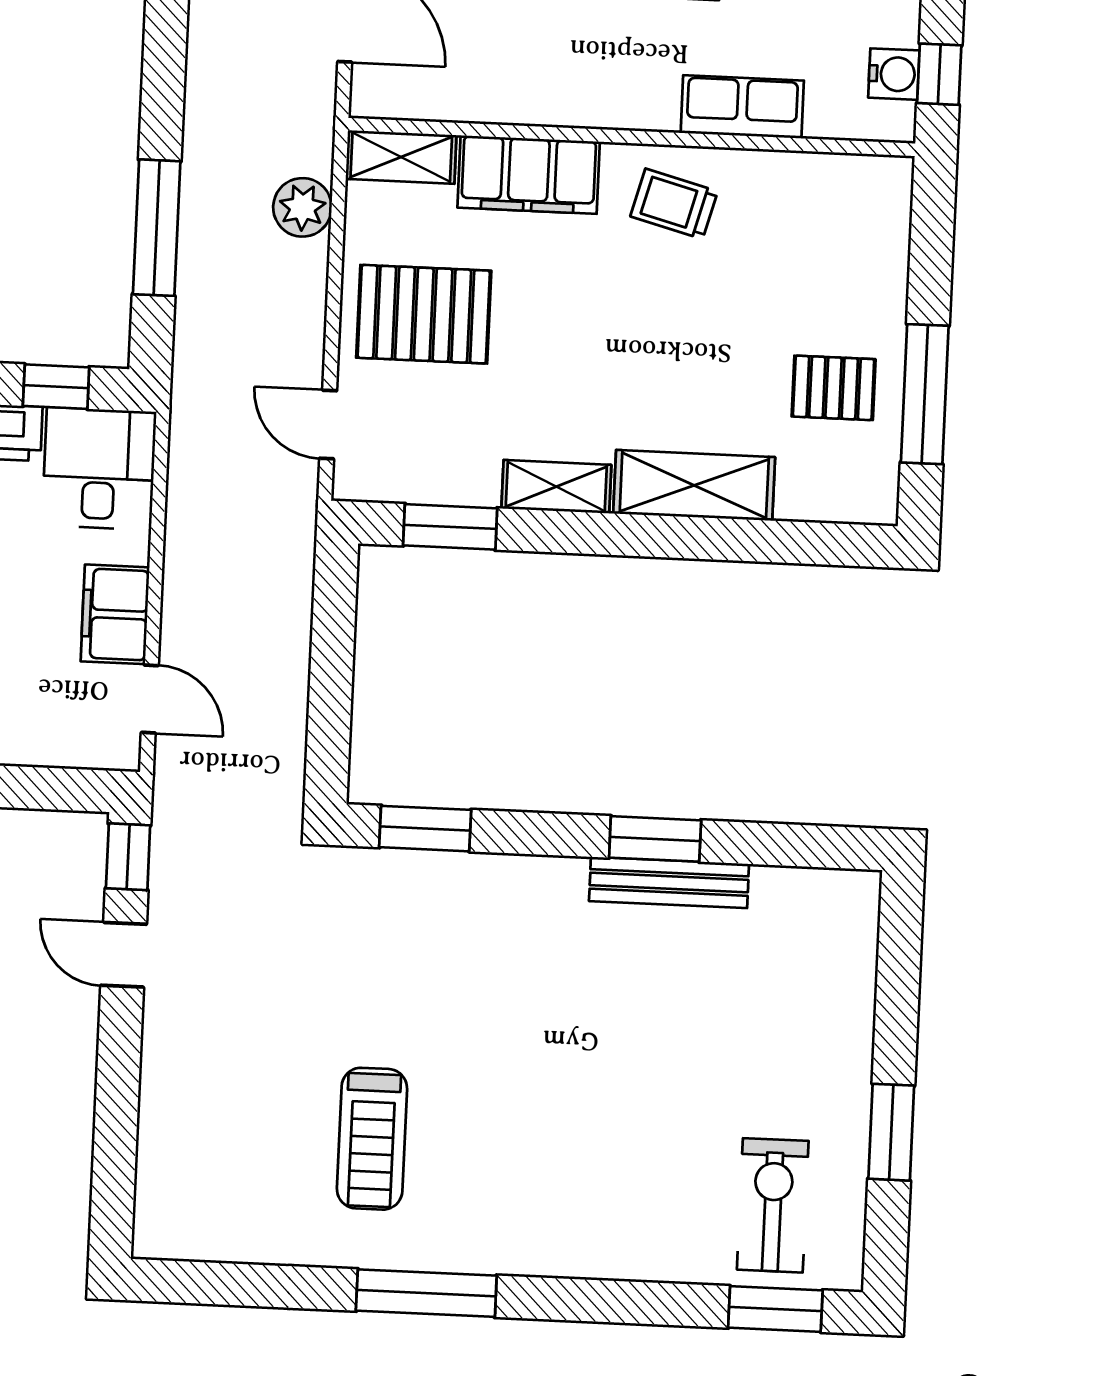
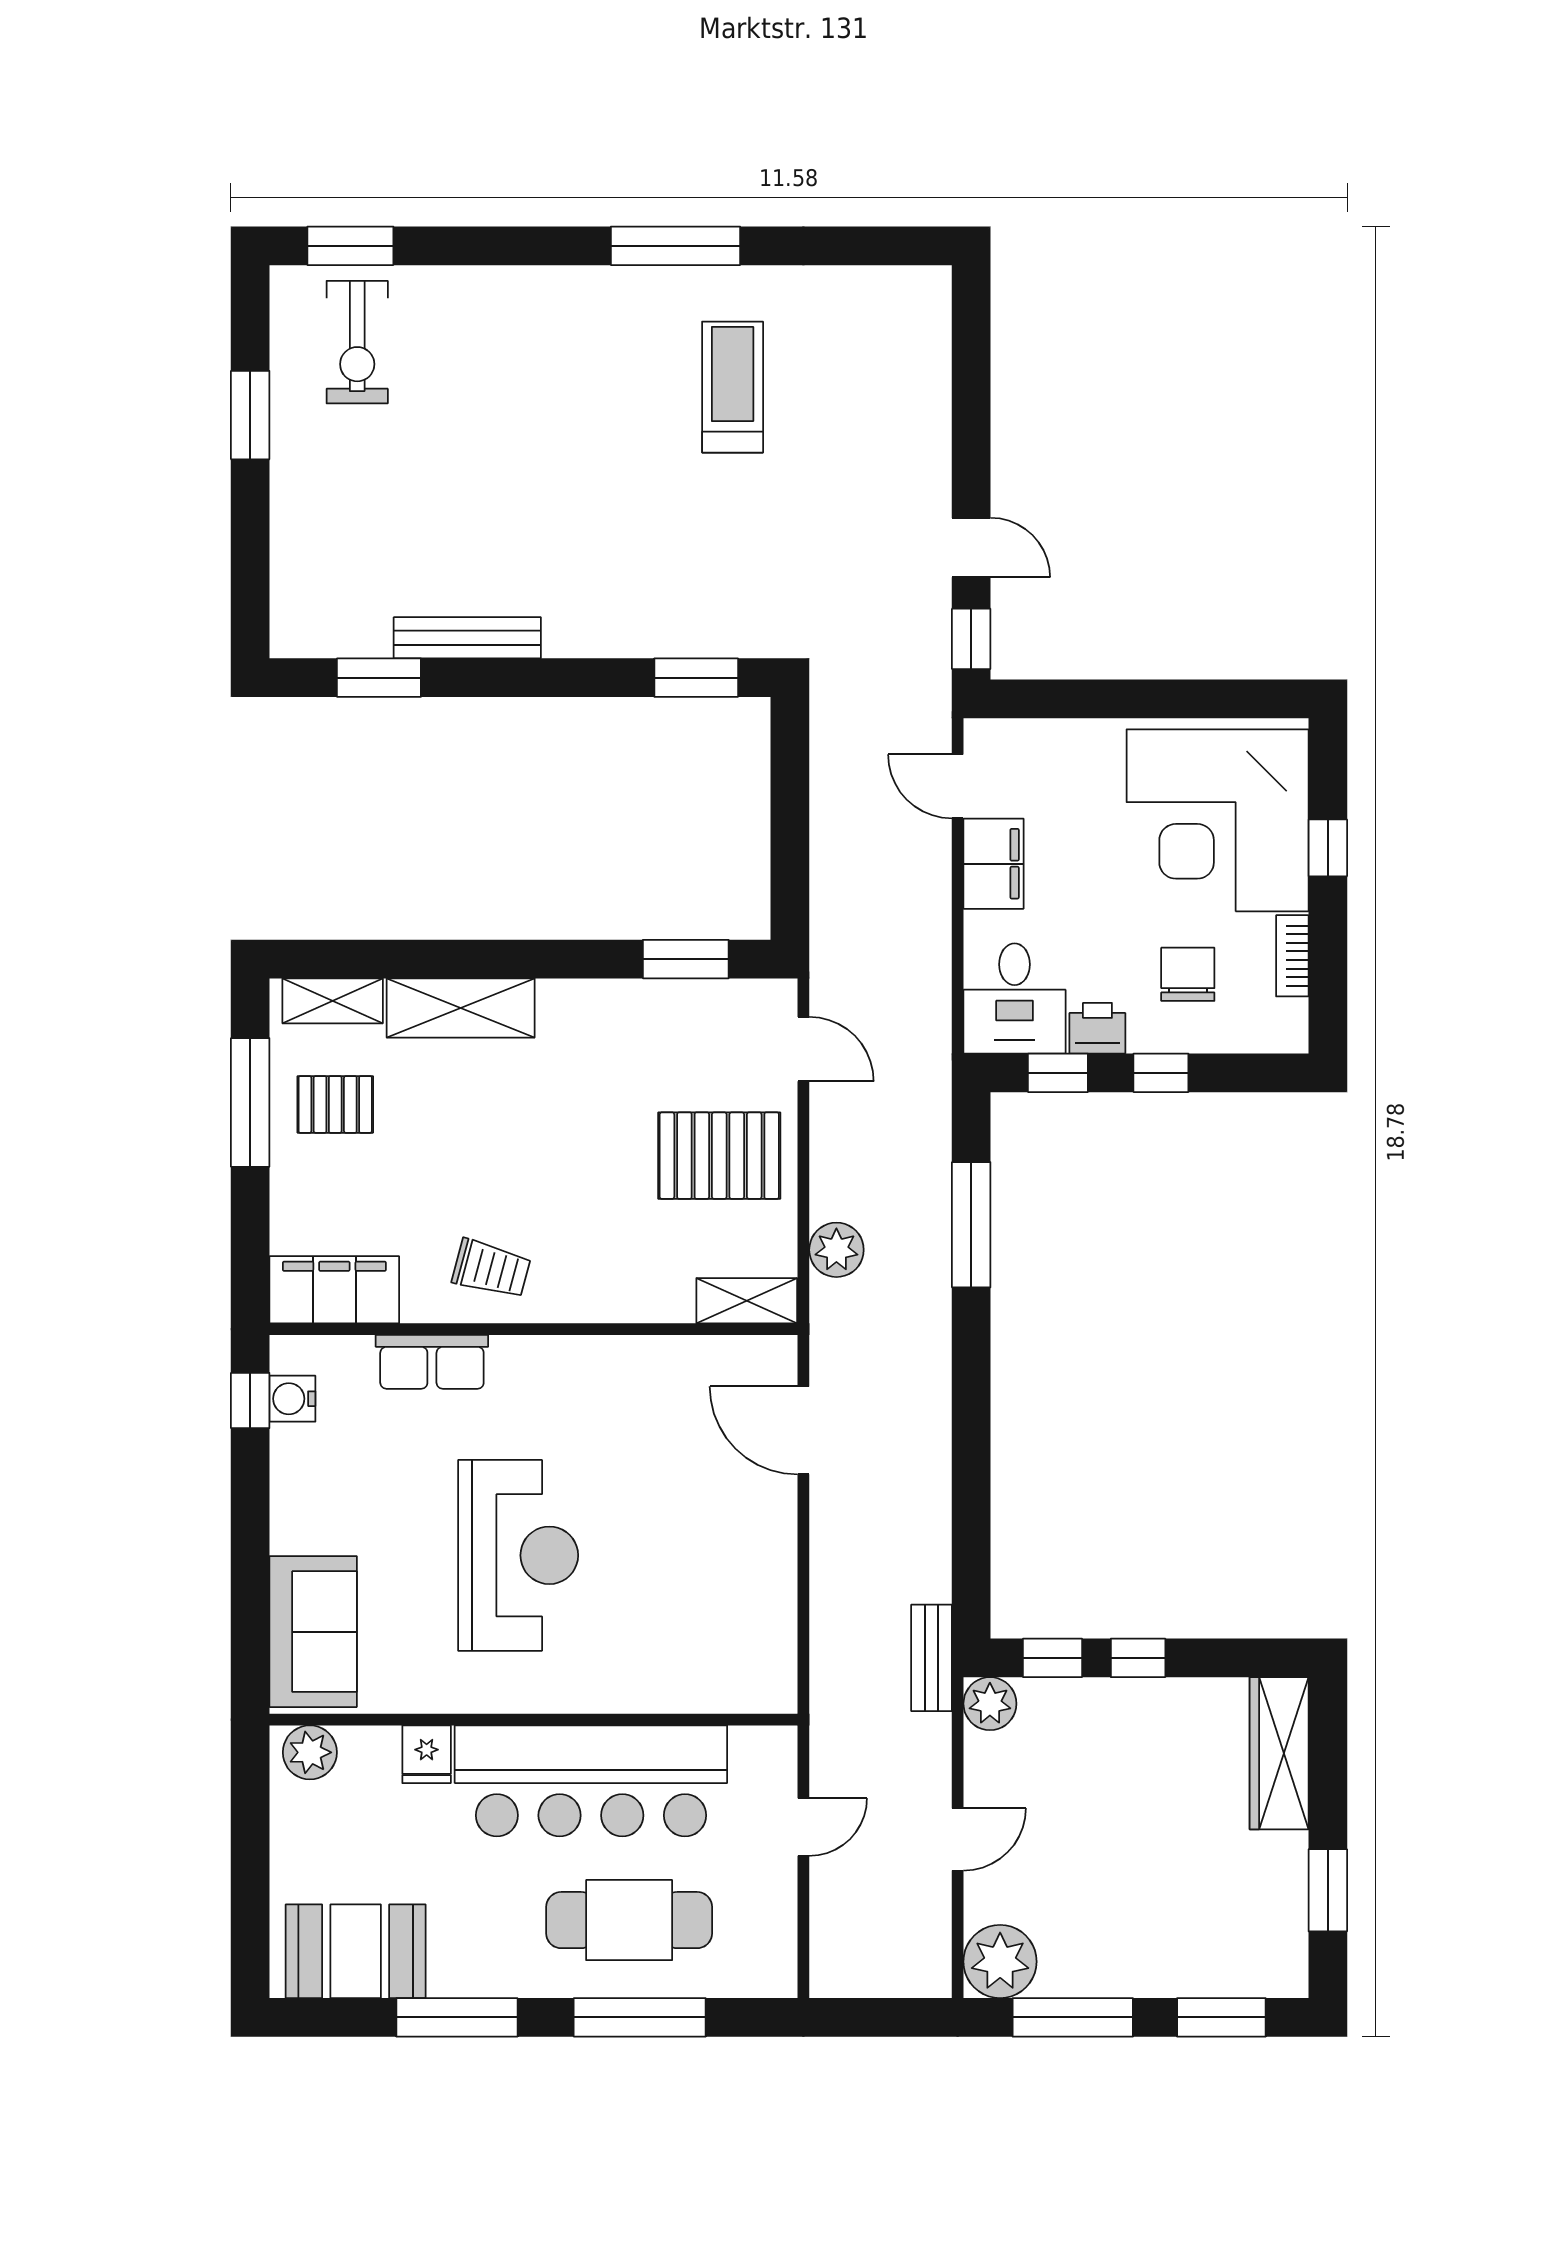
filing cabinet: (529, 175) -> (334, 1290), moved
shelving: (556, 487) -> (333, 1001), moved
window: (655, 839) -> (379, 678), moved

